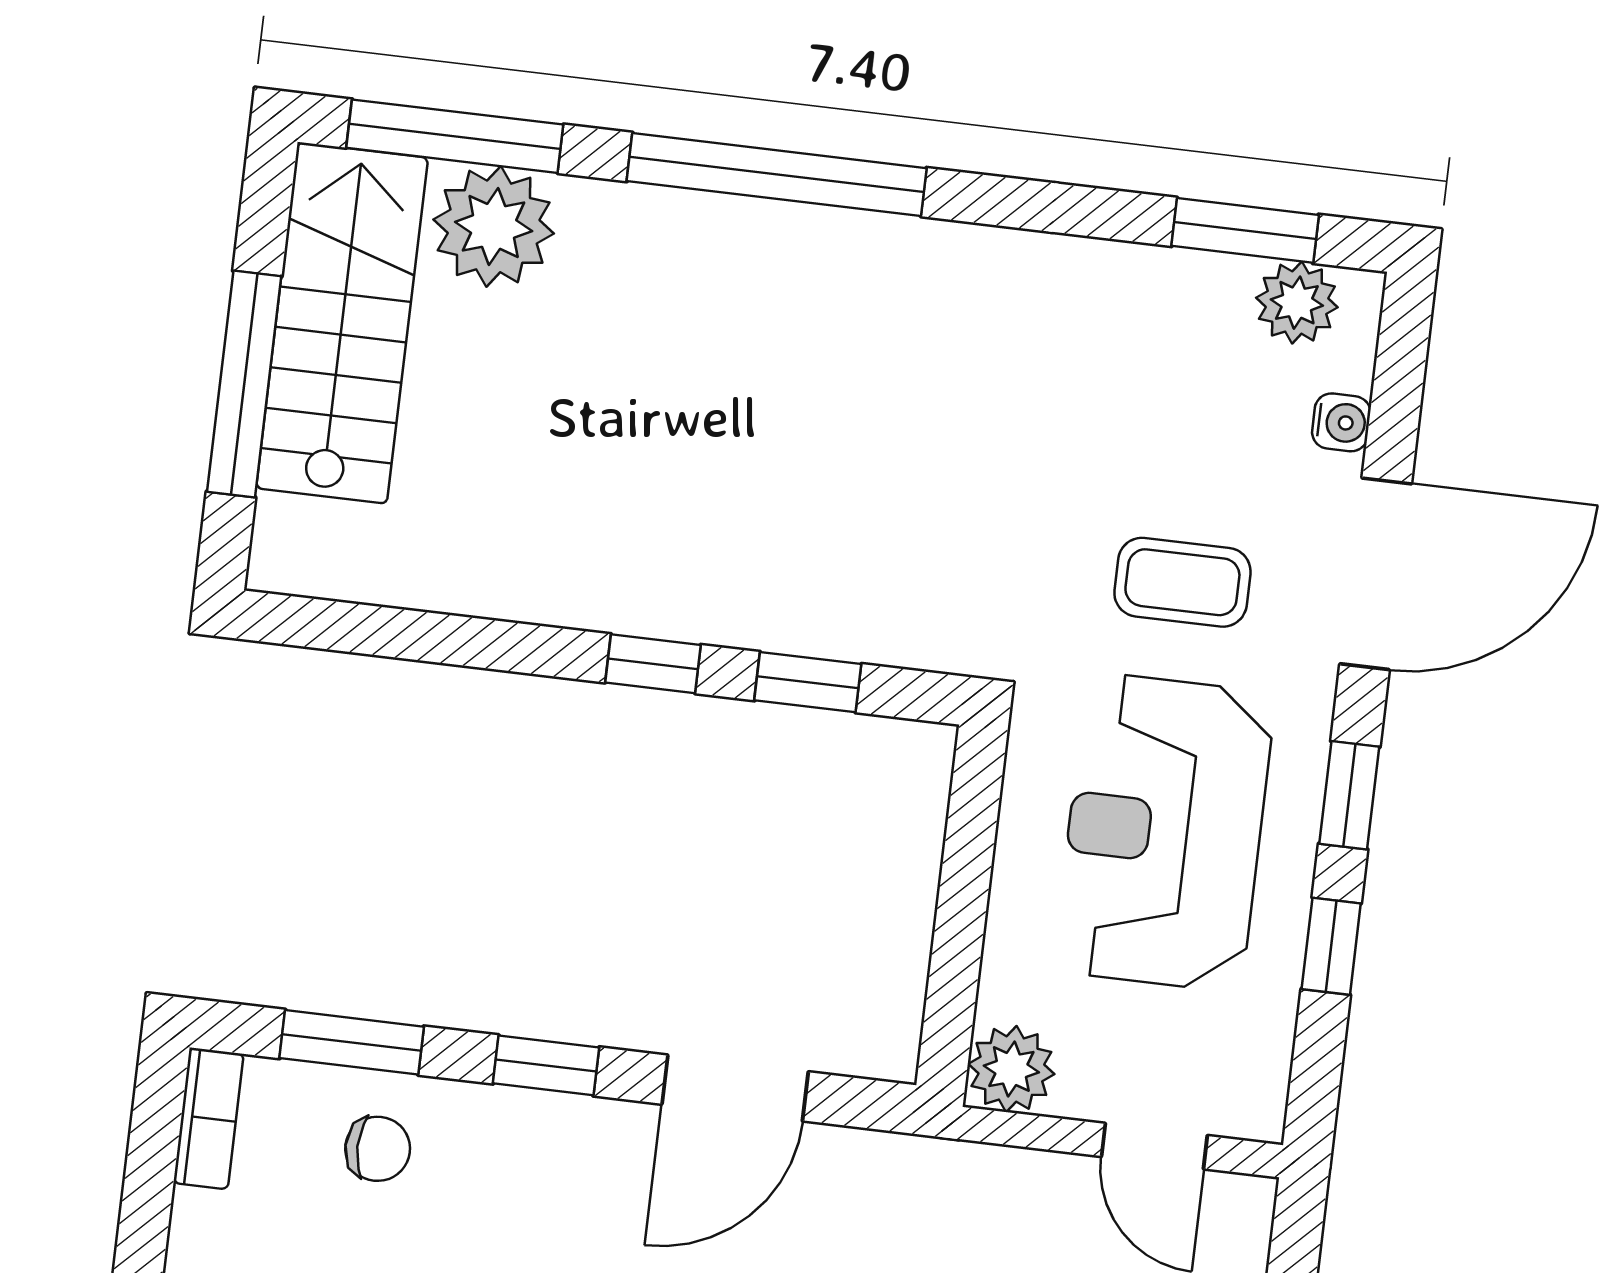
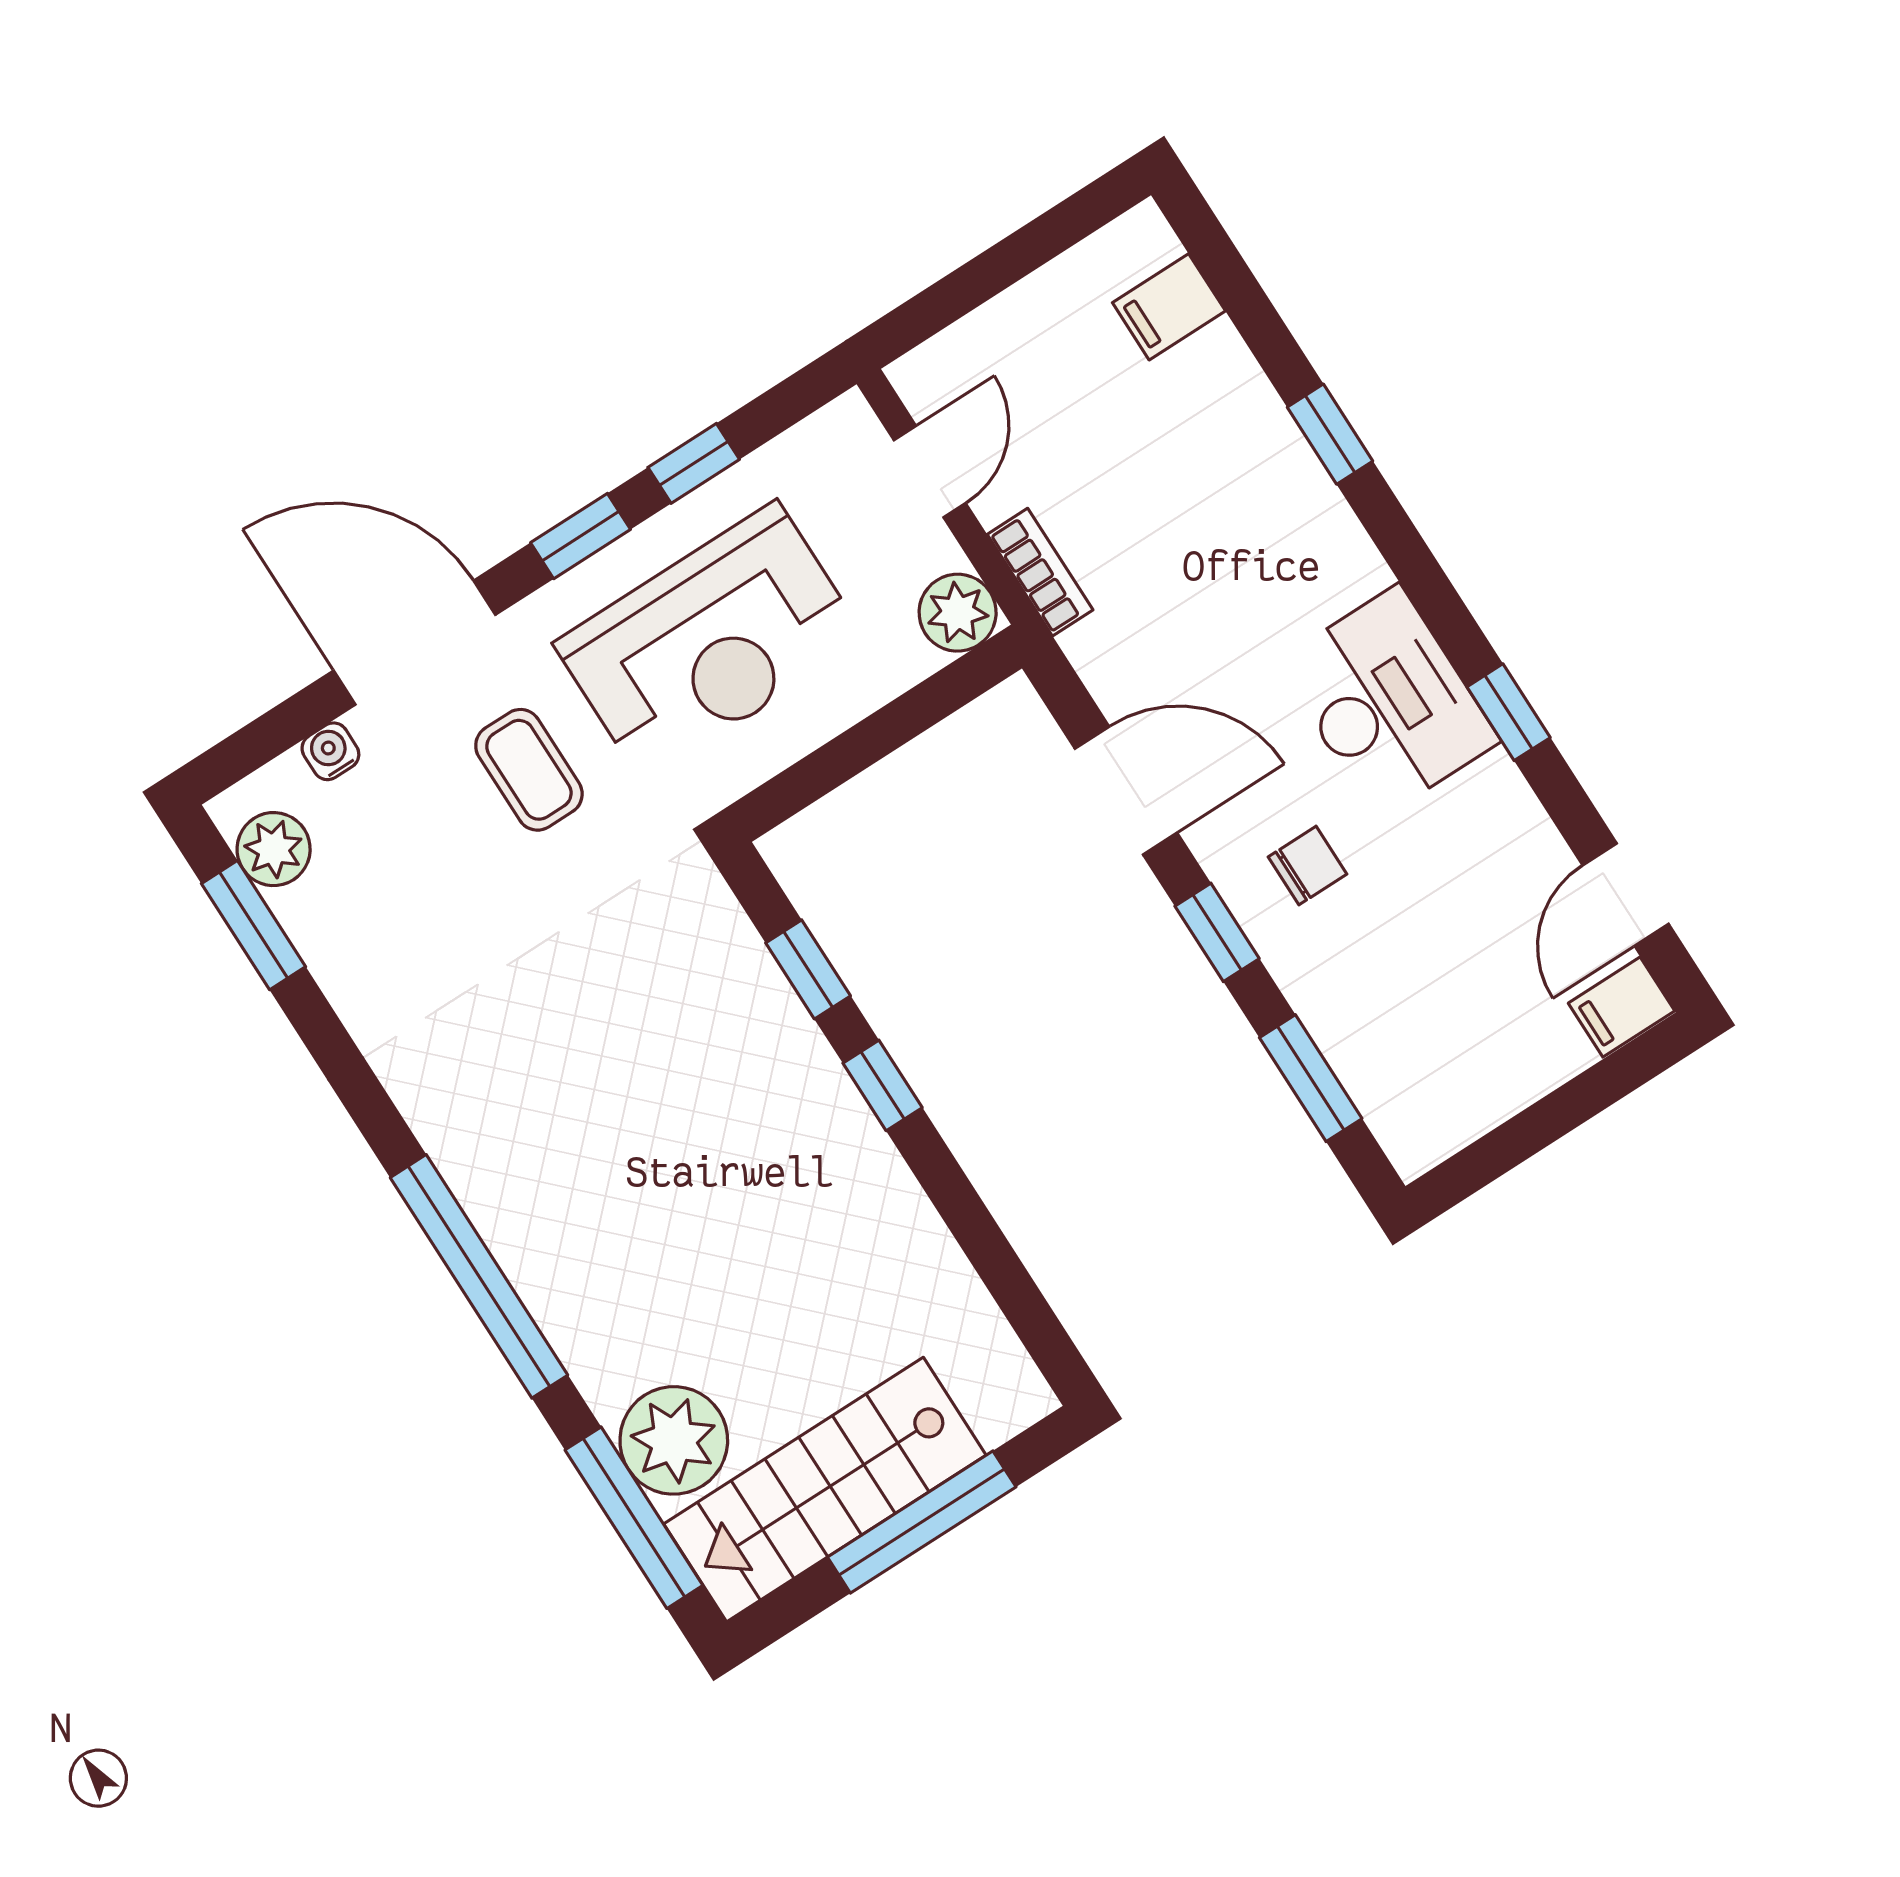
bookcase: (208, 1118) -> (1040, 572), moved, turned 90
chair: (378, 1149) -> (1308, 865), moved, turned 90

